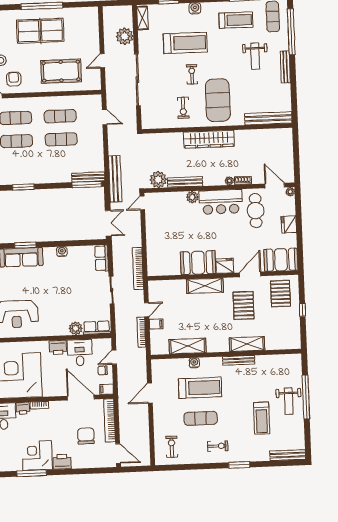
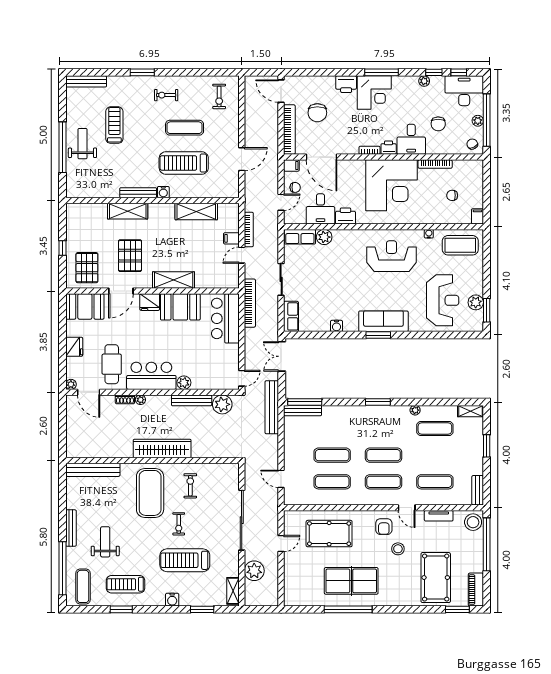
bar counter: (159, 254) -> (225, 318), added
water cooler: (194, 363) -> (163, 192), moved

